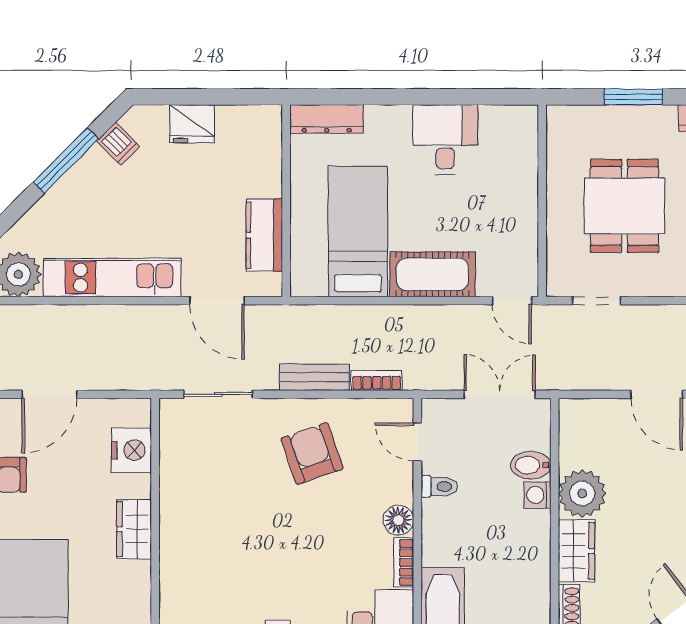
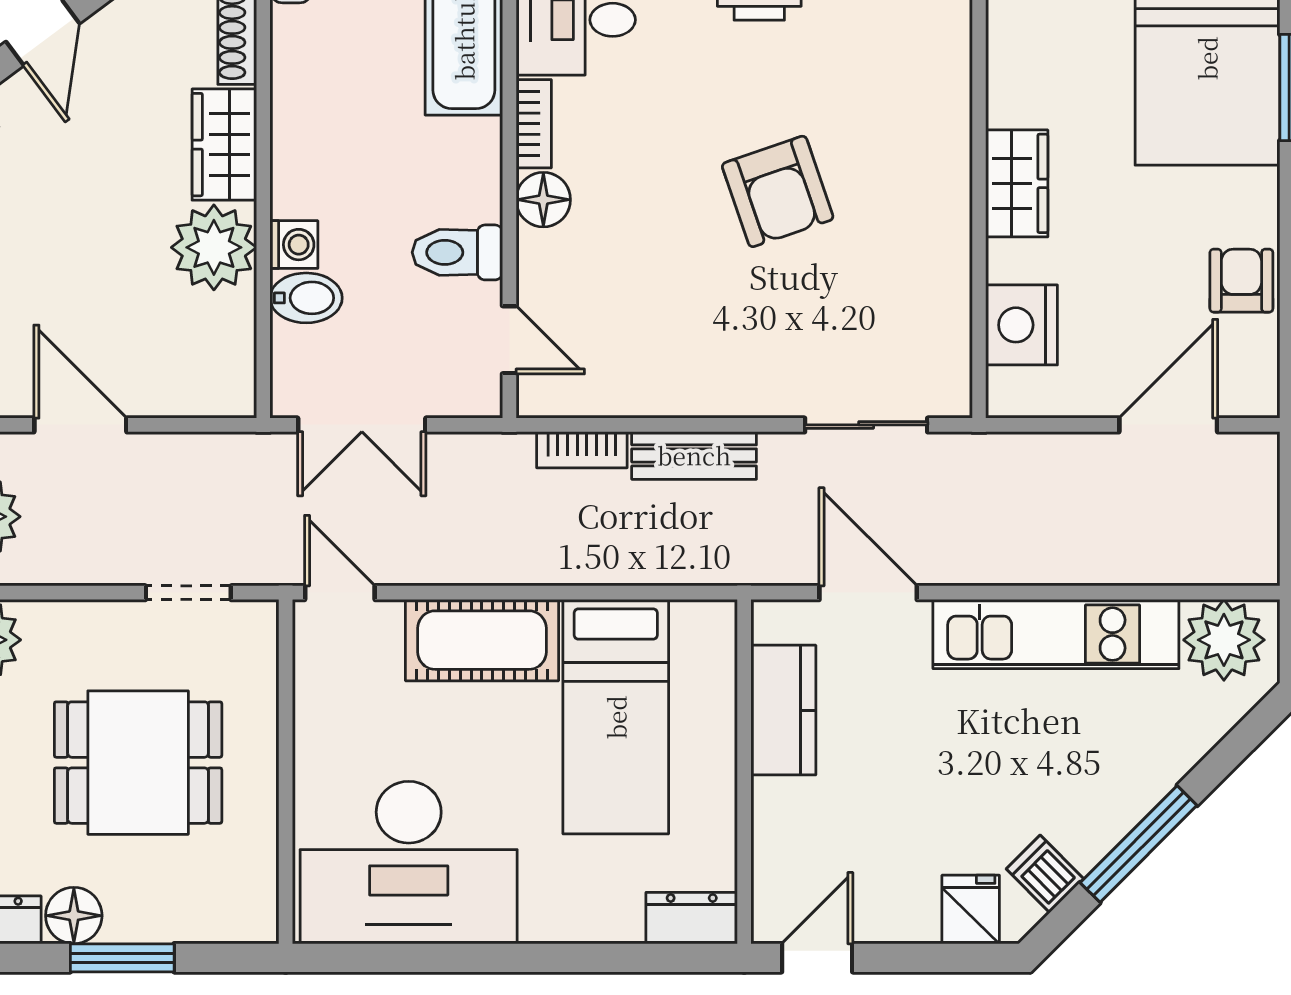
door: (245, 97) -> (817, 958), added
dresser: (327, 119) -> (692, 918), width x0.70
floor lamp: (660, 120) -> (74, 916), added
fridge: (192, 124) -> (971, 910), moved, width x0.72
desk: (445, 140) -> (409, 863), width x1.87, depth x1.30
dining table: (625, 206) -> (138, 763), turned 90
armchair: (312, 454) -> (778, 191), moved
toilet: (439, 487) -> (457, 252), width x1.37, depth x1.39

